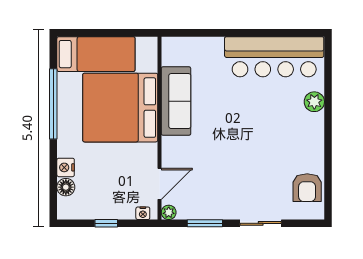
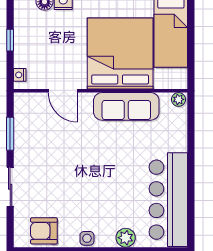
side table: (315, 142) -> (87, 238), added
door: (160, 184) -> (63, 91), moved
plant: (169, 212) -> (178, 99), moved

